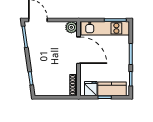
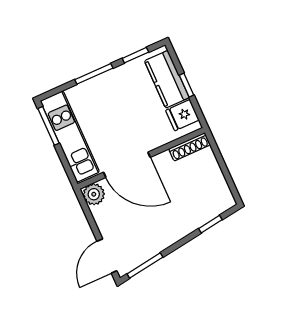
door: (79, 50) -> (127, 165), swing flipped

